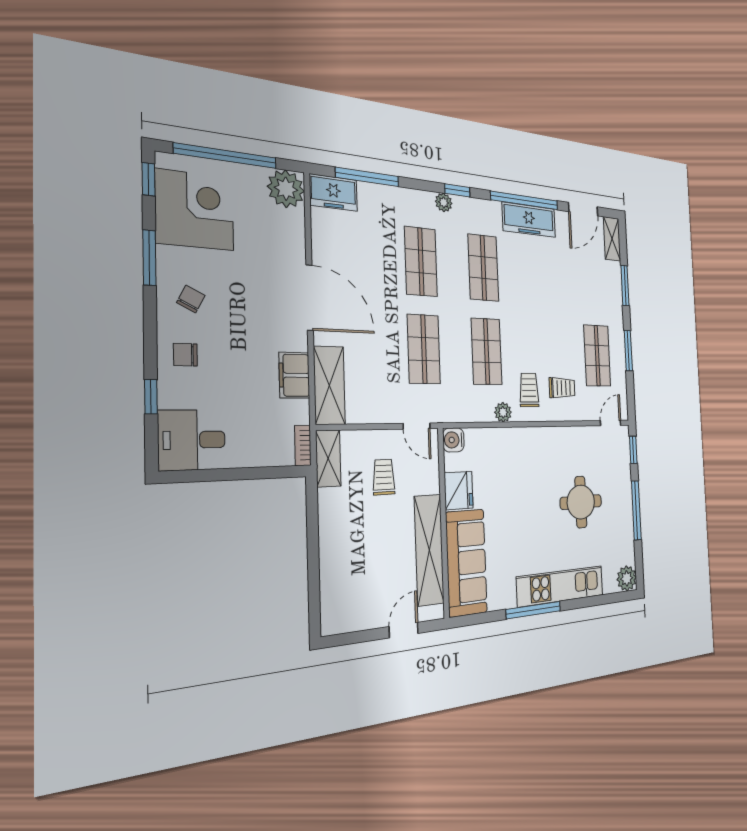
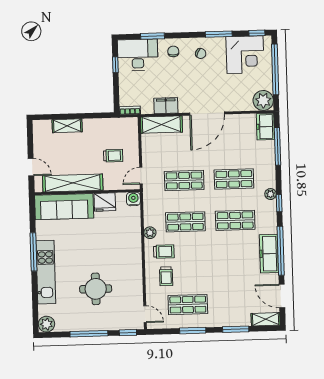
window: (151, 397) -> (152, 36), width x1.50
desk: (192, 440) -> (138, 55), width x1.37
shelving: (328, 458) -> (67, 126), moved
window: (212, 475) -> (115, 65), added

